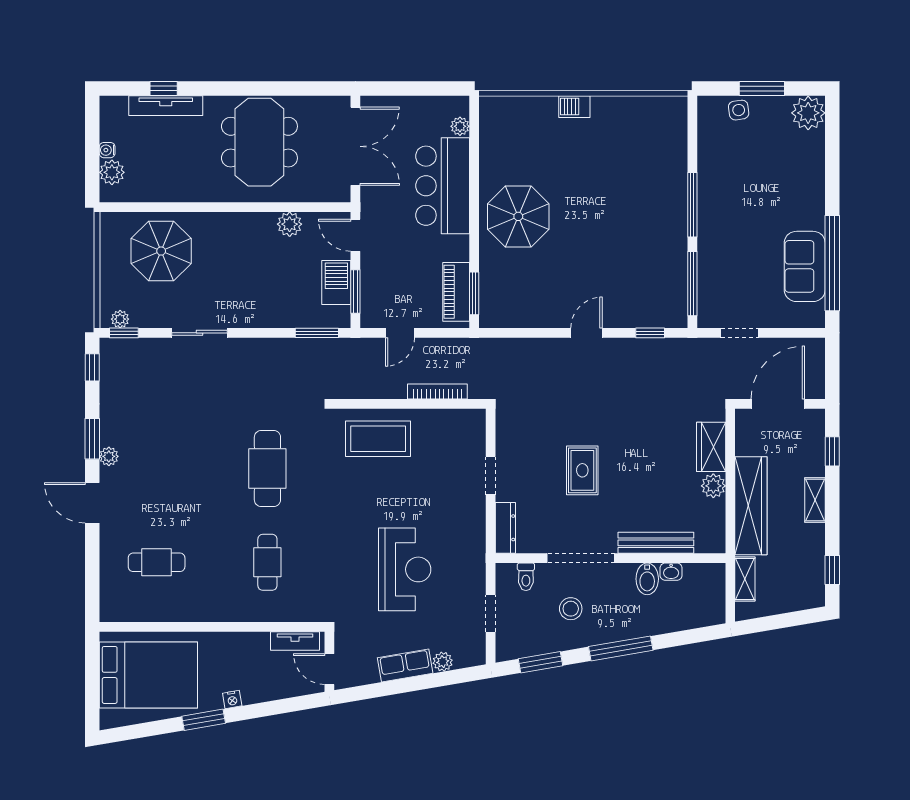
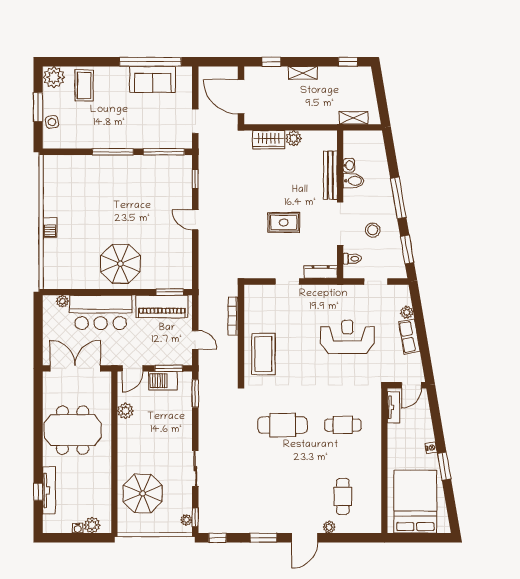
coffee table: (795, 160) -> (84, 85), added
piano: (456, 292) -> (162, 306), width x1.37, depth x1.33
plant: (109, 456) -> (329, 527), moved
wardrobe: (751, 506) -> (307, 114), removed

